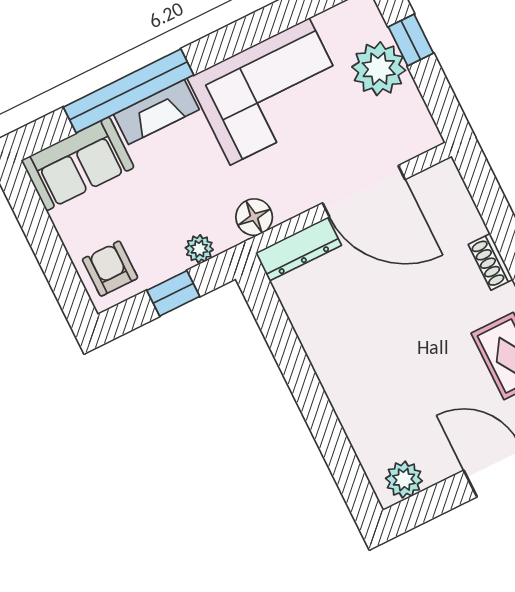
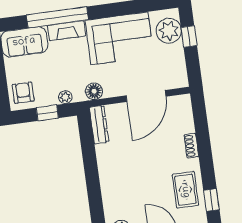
plant: (379, 69) -> (169, 31), moved
door: (364, 191) -> (146, 96), hinge flipped
dresser: (298, 249) -> (99, 125), moved, turned -90

